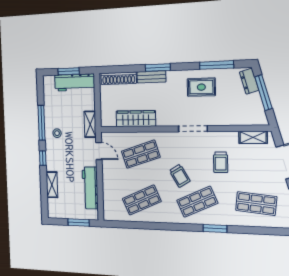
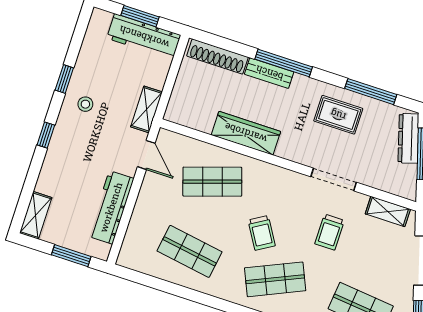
window: (158, 68) -> (284, 63), width x1.44
dresser: (249, 81) -> (408, 138), width x1.44
wardrobe: (136, 119) -> (246, 133), moved
window: (41, 123) -> (64, 79), width x0.46
doorway: (193, 129) -> (334, 180), moved
shelving: (52, 185) -> (36, 215), moved
shop shelf: (142, 200) -> (190, 251), turned 33

